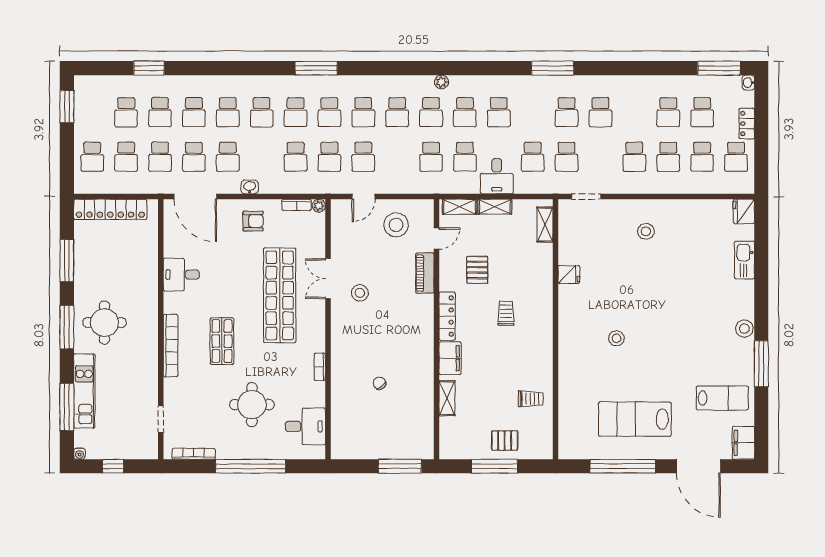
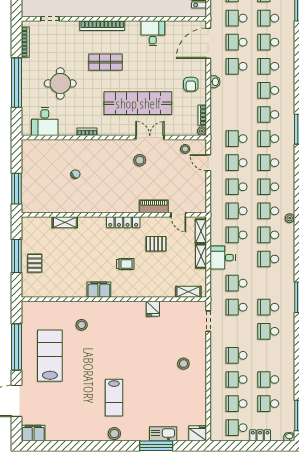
school desk: (296, 157) -> (237, 187), moved
stool: (396, 225) -> (185, 149), moved, width x0.53, depth x0.53
stool: (616, 338) -> (82, 325), moved
filing cabinet: (450, 358) -> (99, 290), moved, turned 180
window: (761, 364) -> (156, 446), moved
lab bench: (722, 398) -> (114, 398), moved
trolley: (531, 399) -> (64, 282), removed

